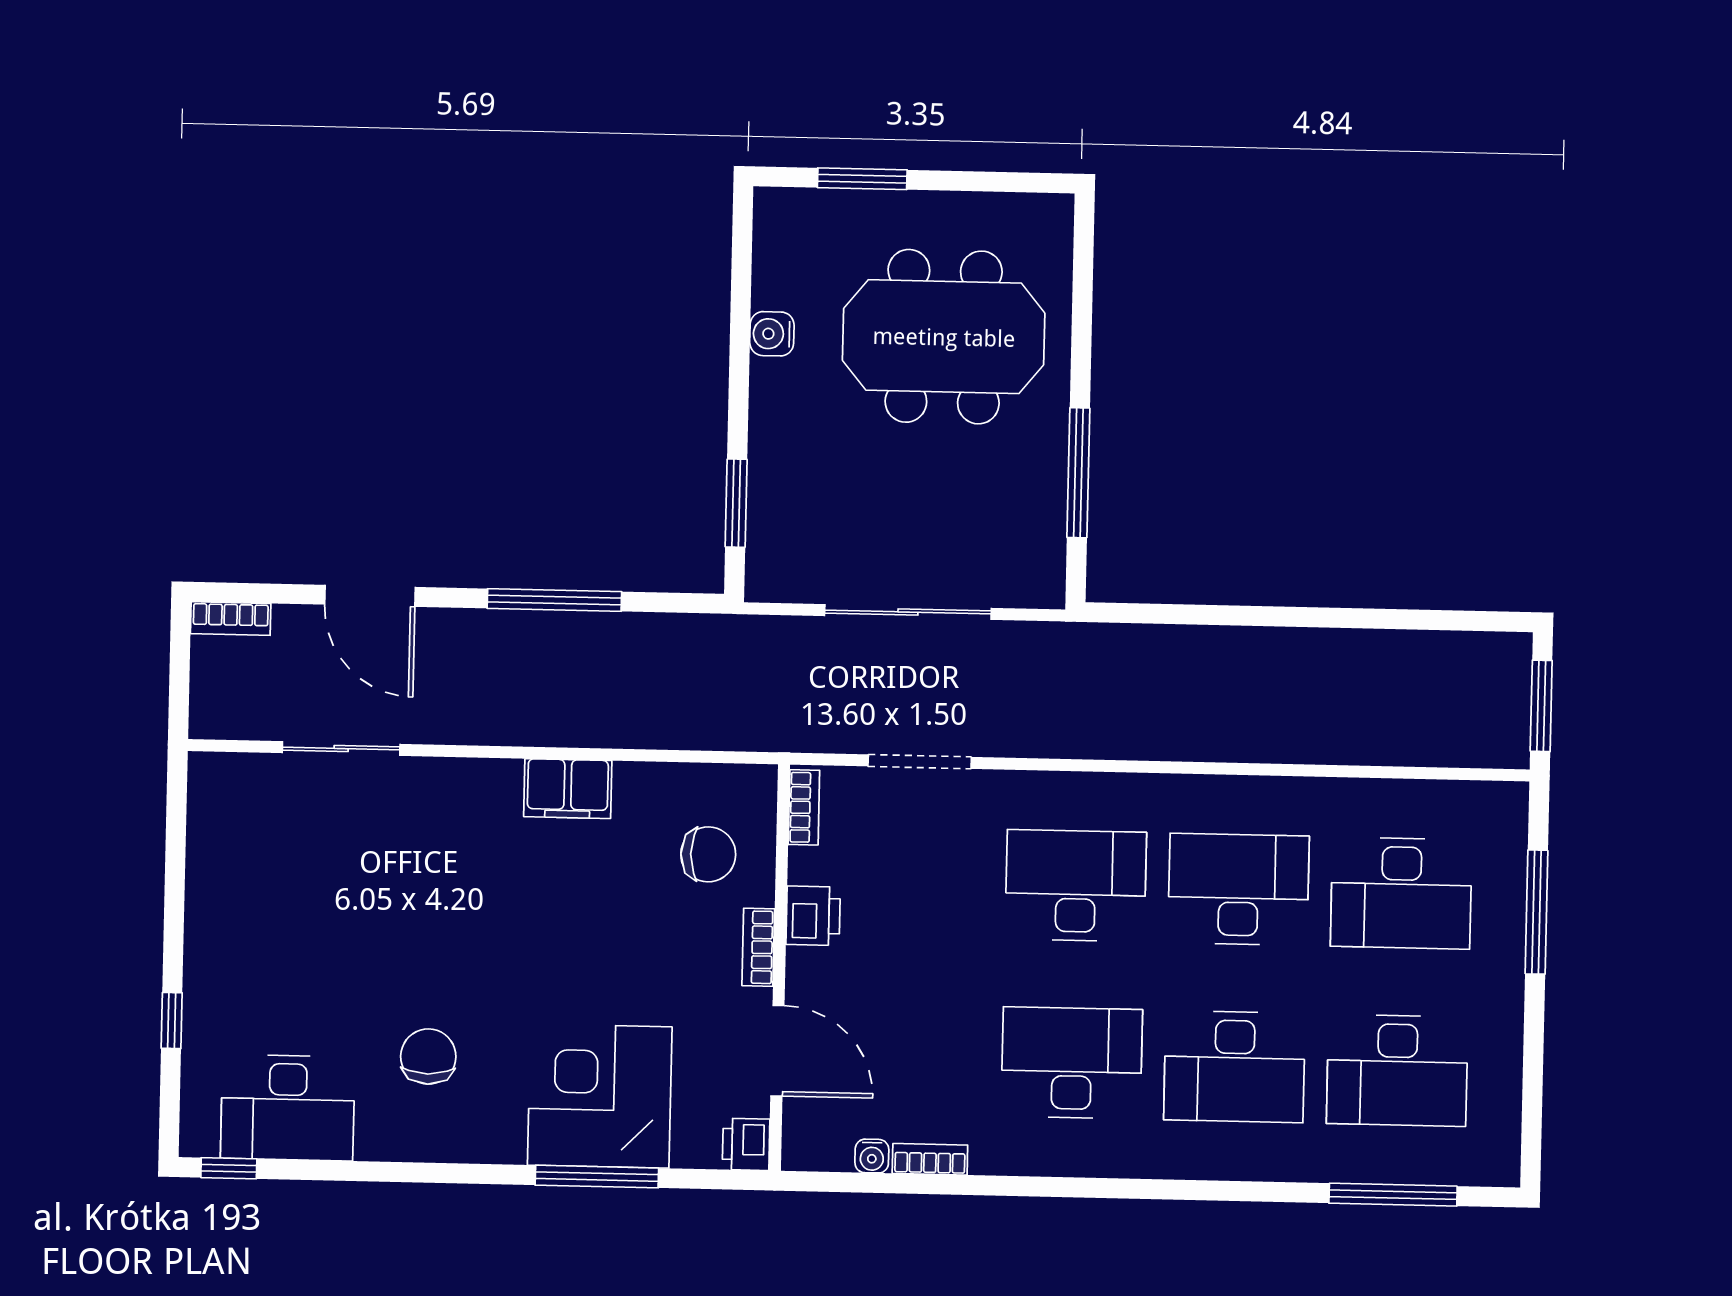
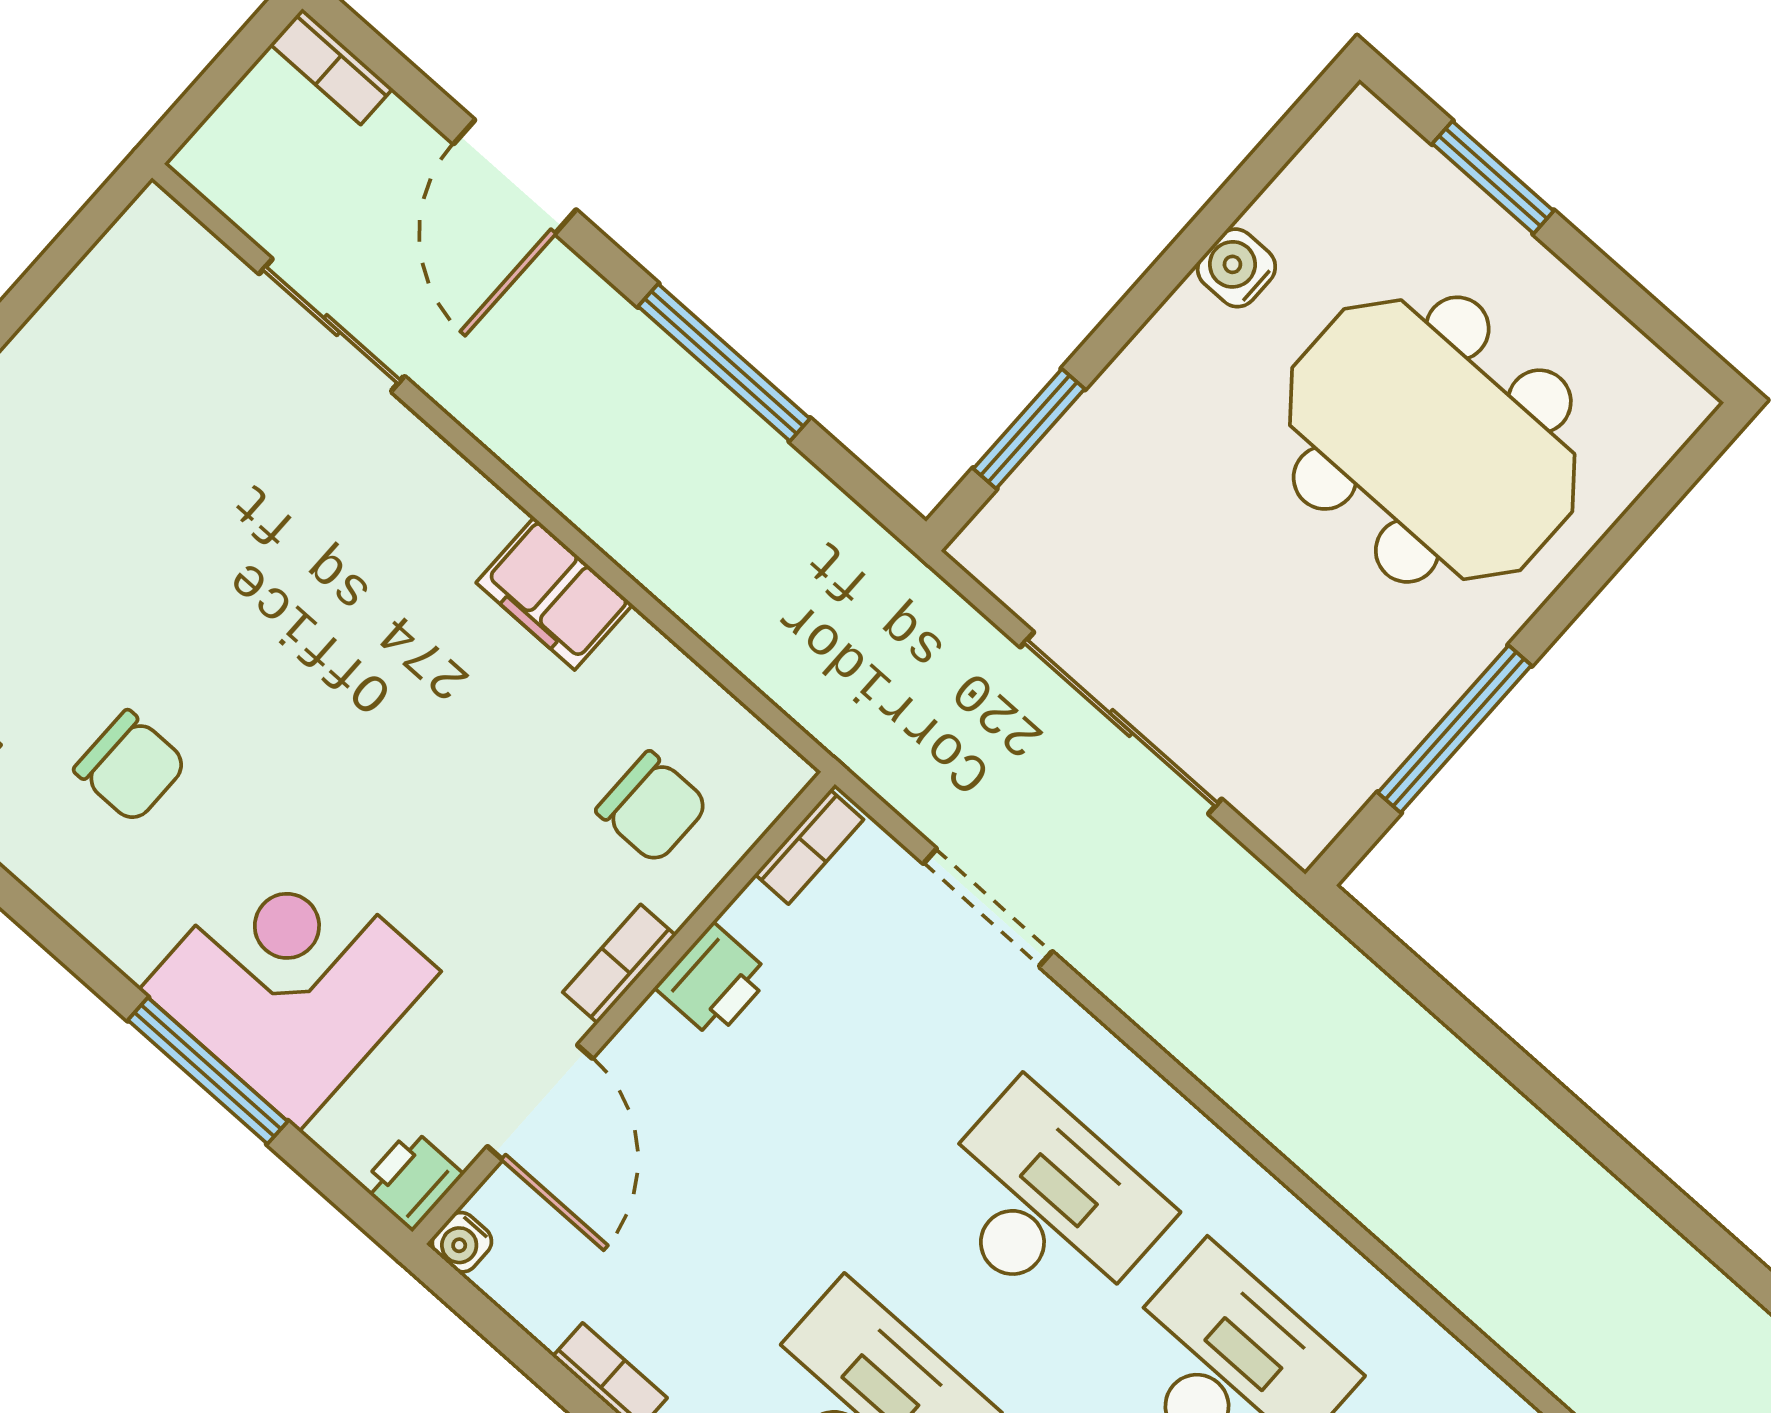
chair: (428, 1056) -> (131, 767), turned 90
water cooler: (872, 1156) -> (462, 1242), moved

